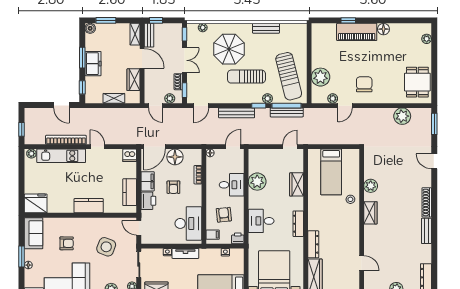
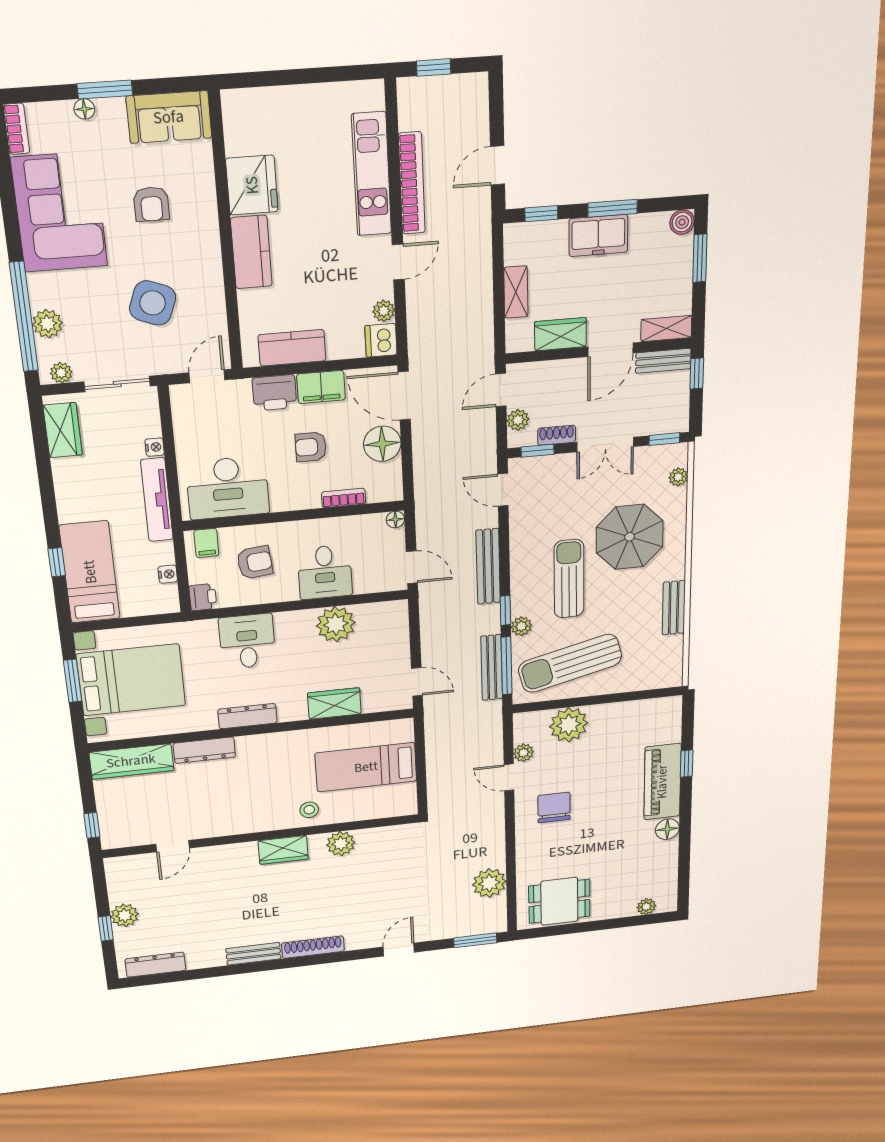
chair: (364, 84) -> (554, 807), turned -90
plant: (31, 154) -> (384, 311), moved
fridge: (36, 203) -> (252, 185), moved
tv unit: (185, 253) -> (157, 500), width x1.41

